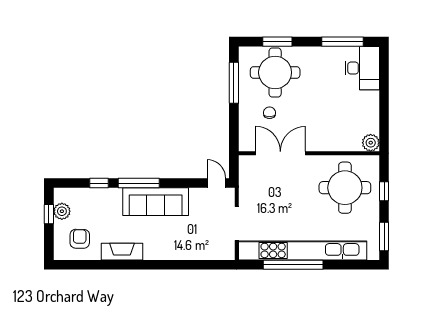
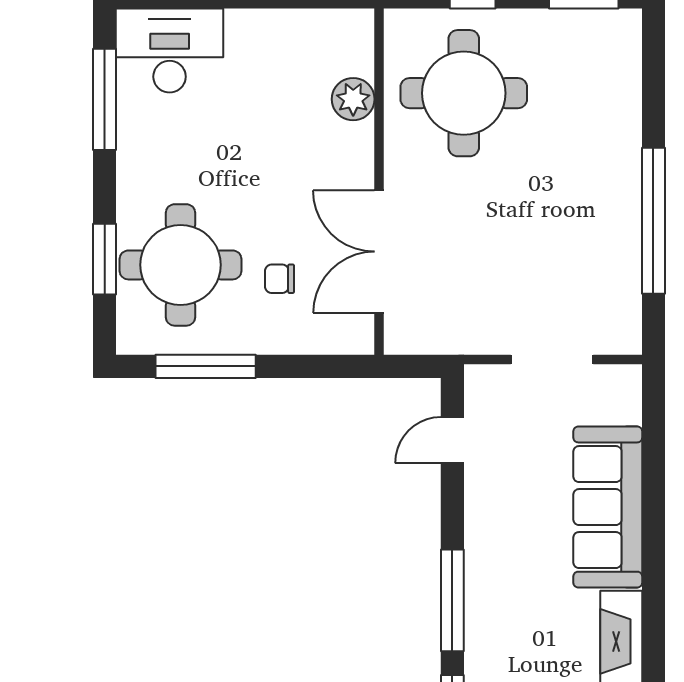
plant: (371, 143) -> (353, 99), moved
door: (216, 183) -> (452, 440), moved
sofa: (156, 202) -> (608, 507), moved, turned 180
kitchen unit: (303, 250) -> (618, 197), removed

